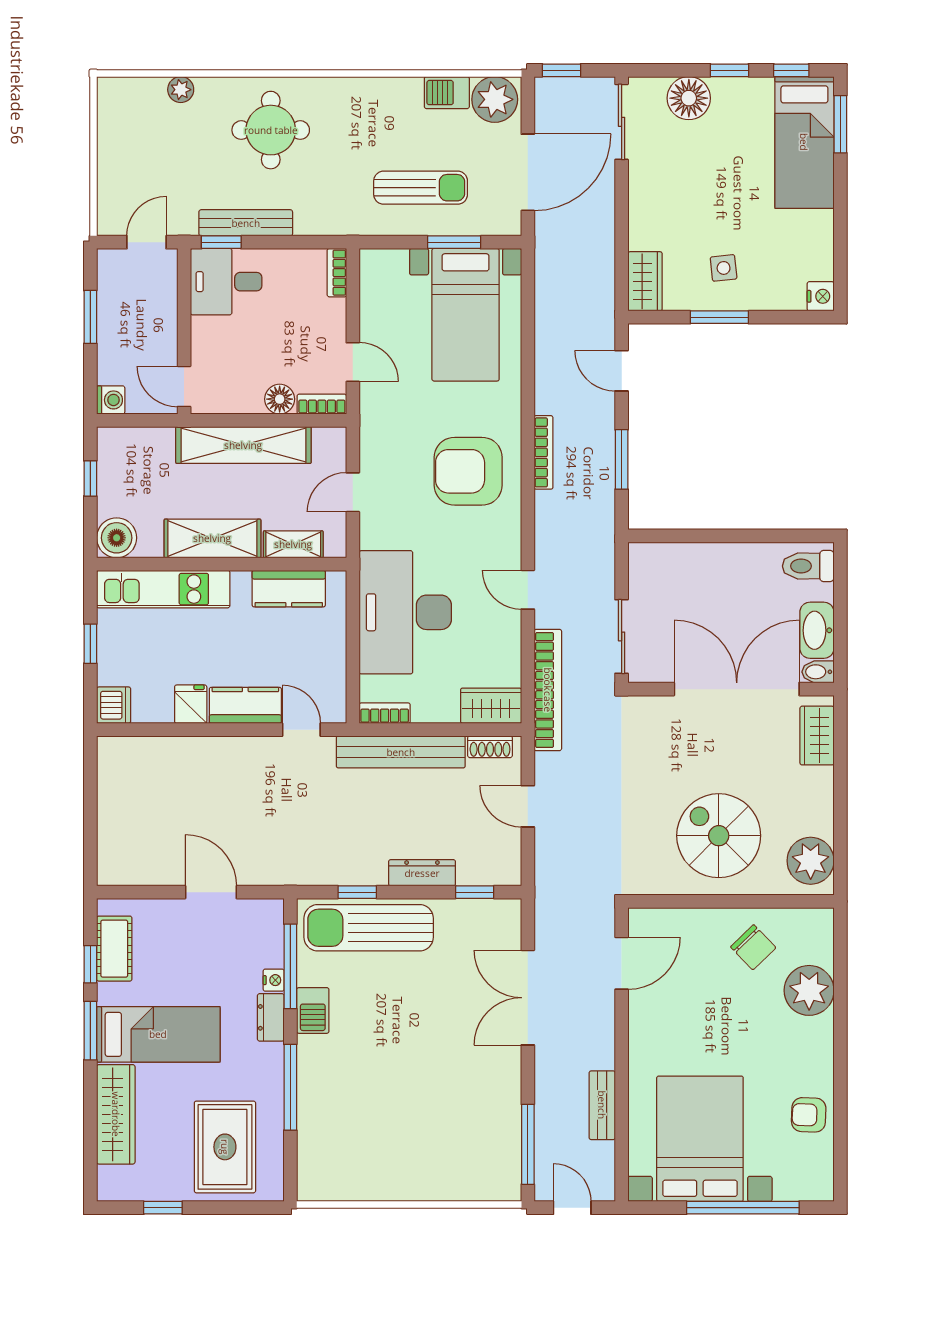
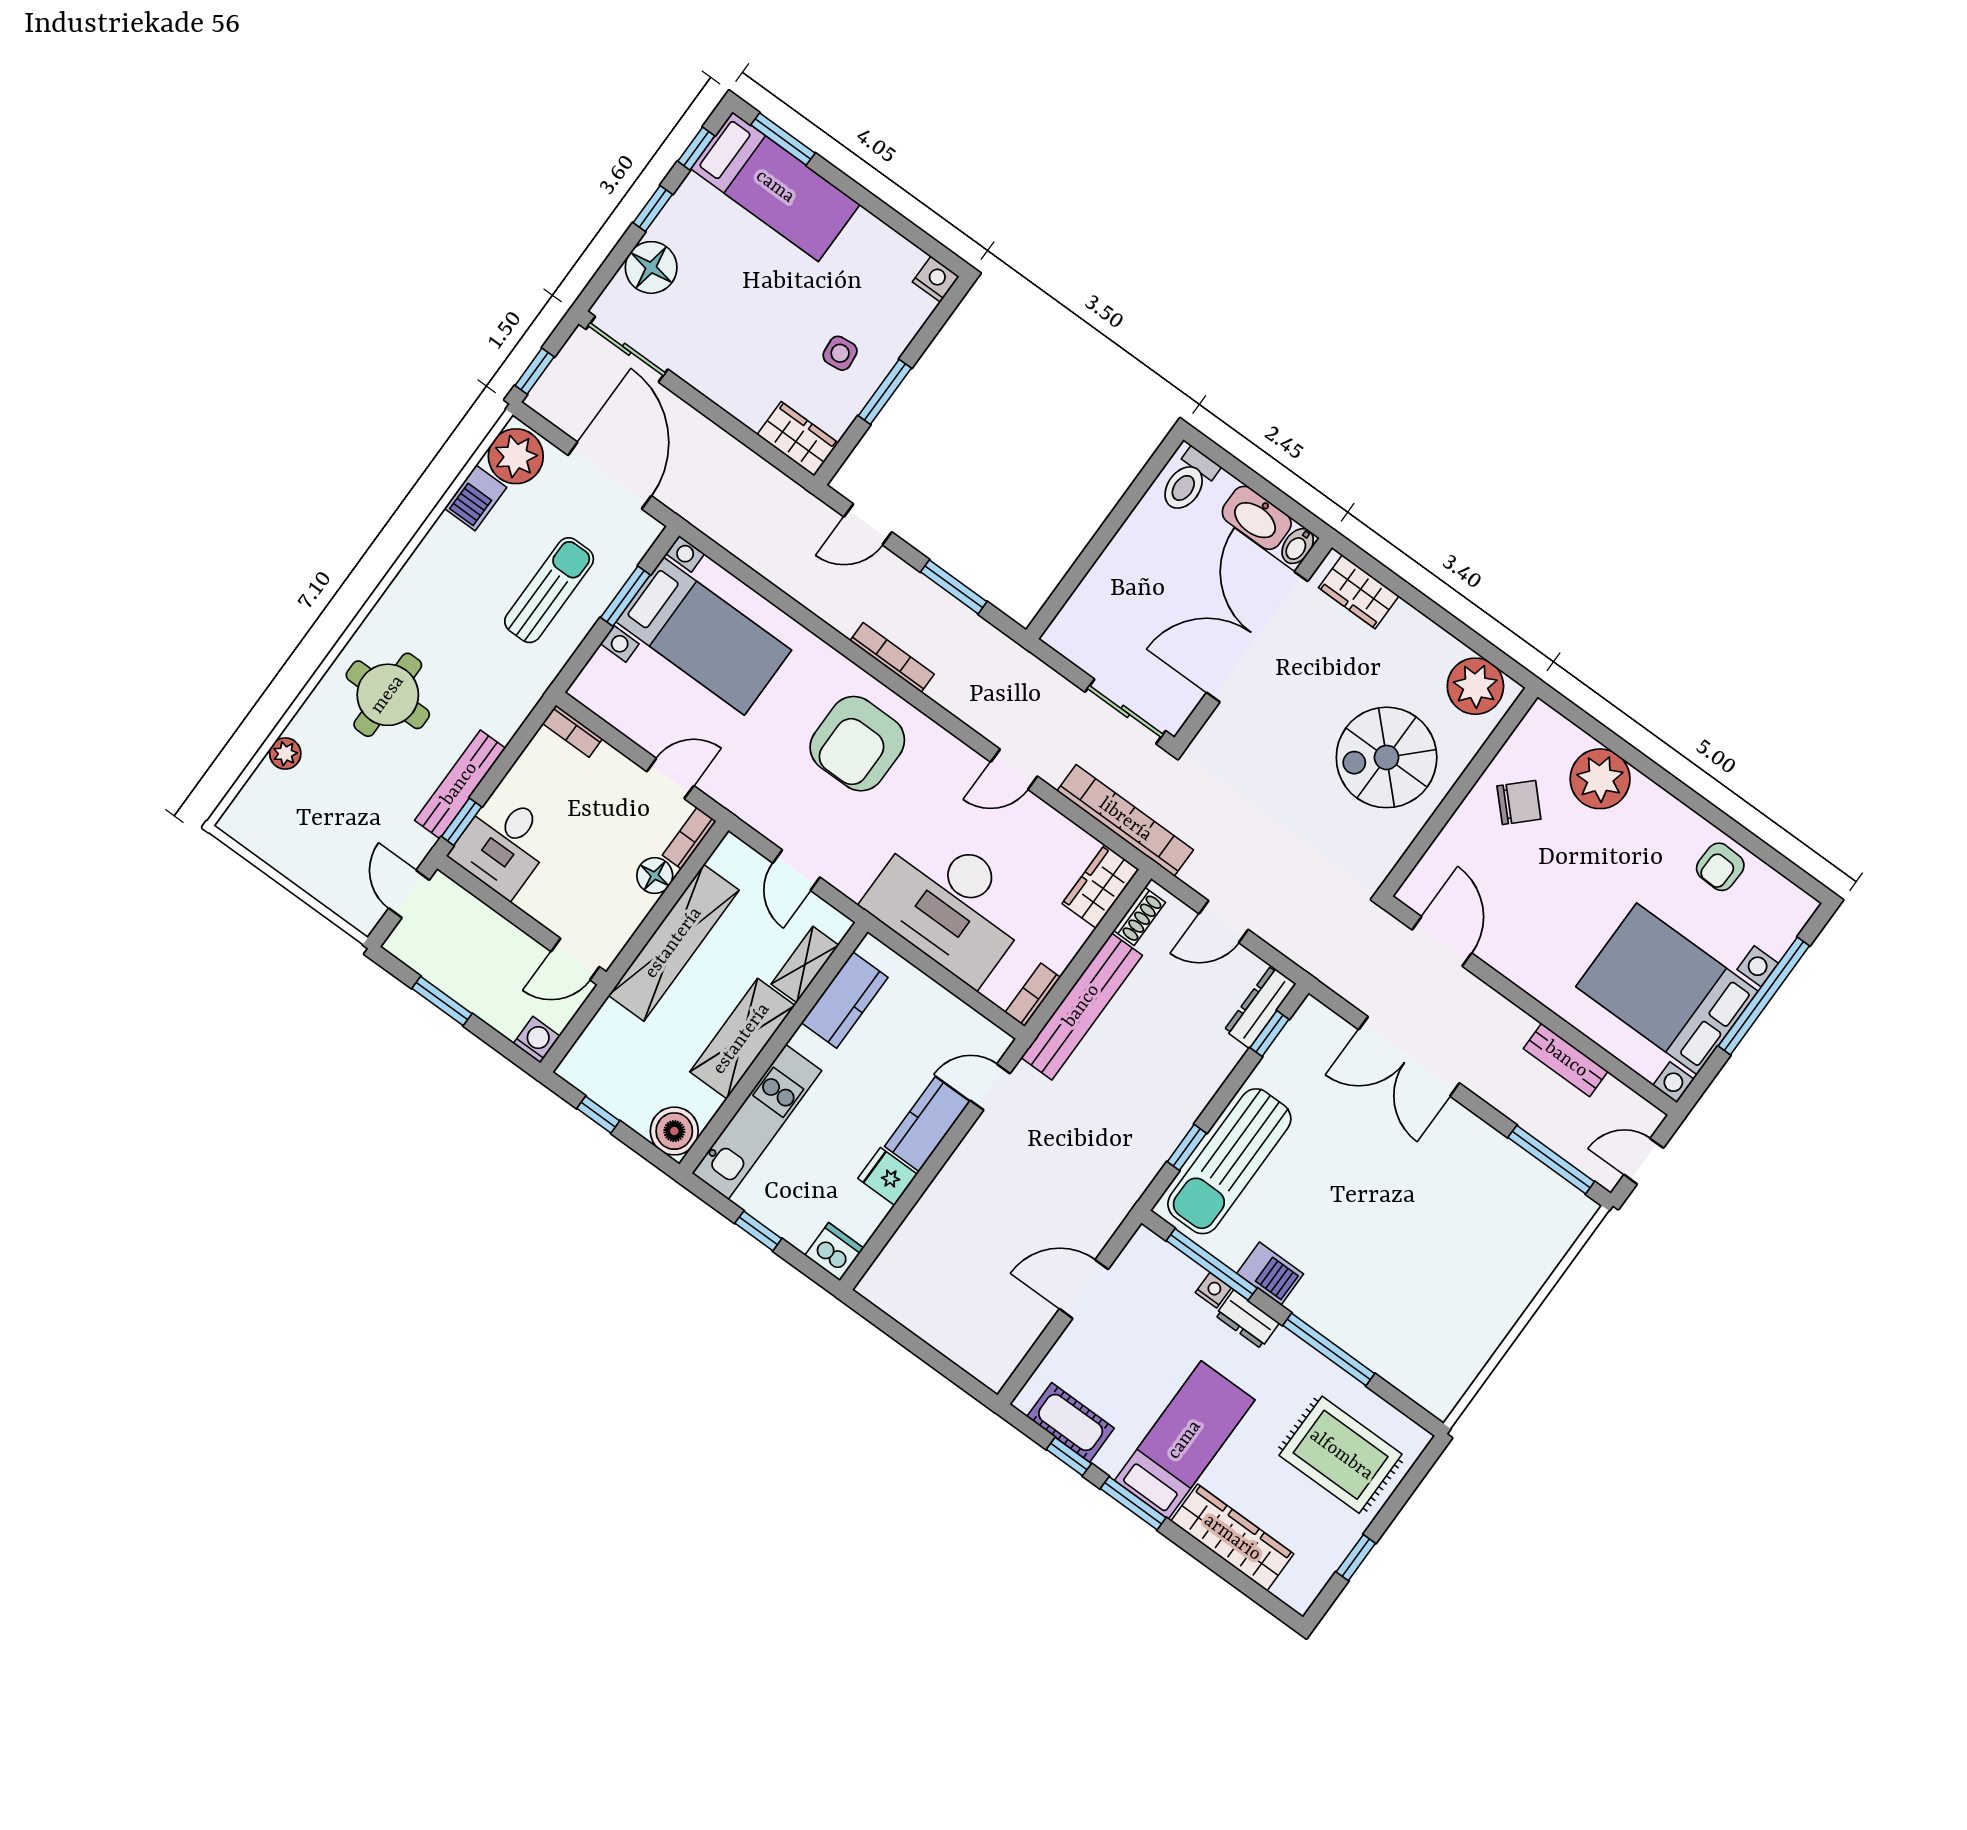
dresser: (422, 873) -> (1260, 1007), moved

